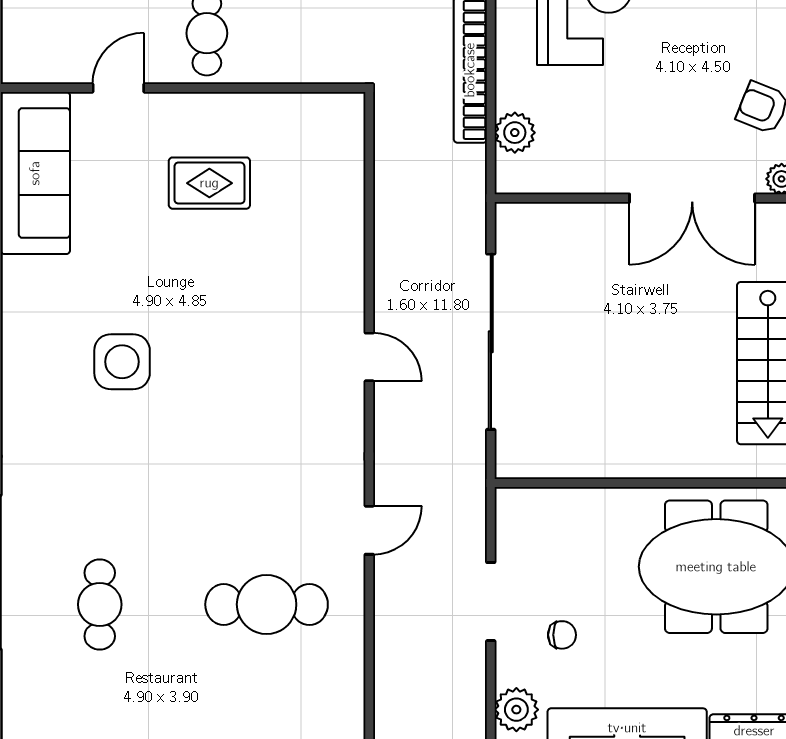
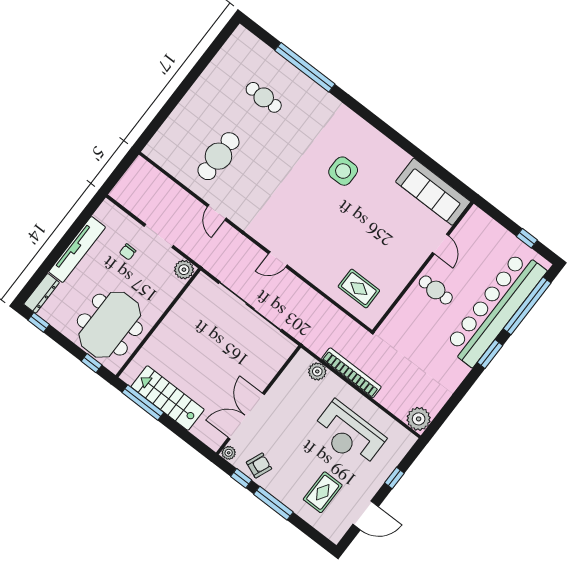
rug: (209, 183) -> (359, 289), moved, turned 90
plant: (516, 710) -> (184, 270), moved

